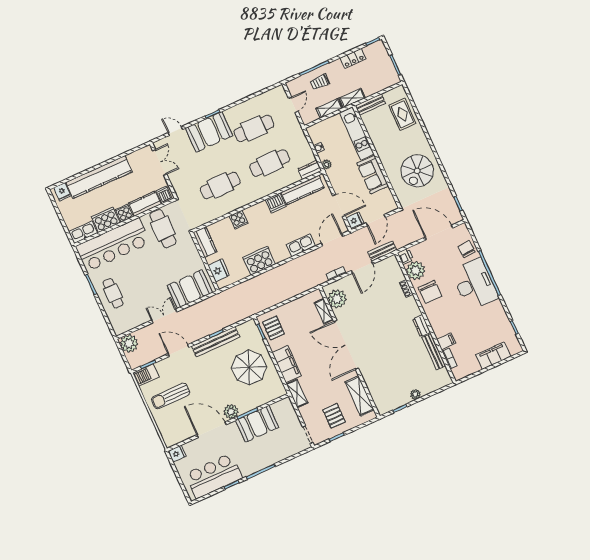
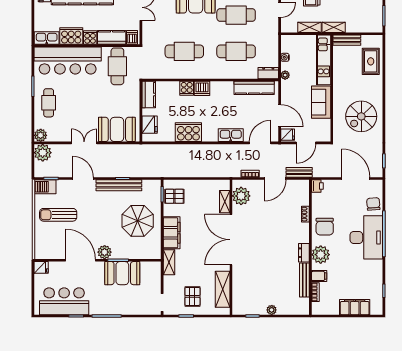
dishwasher: (276, 203) -> (202, 88), moved
plant: (416, 270) -> (321, 255), moved
plant: (119, 328) -> (41, 135), added
pallet: (273, 328) -> (174, 196), turned 90

